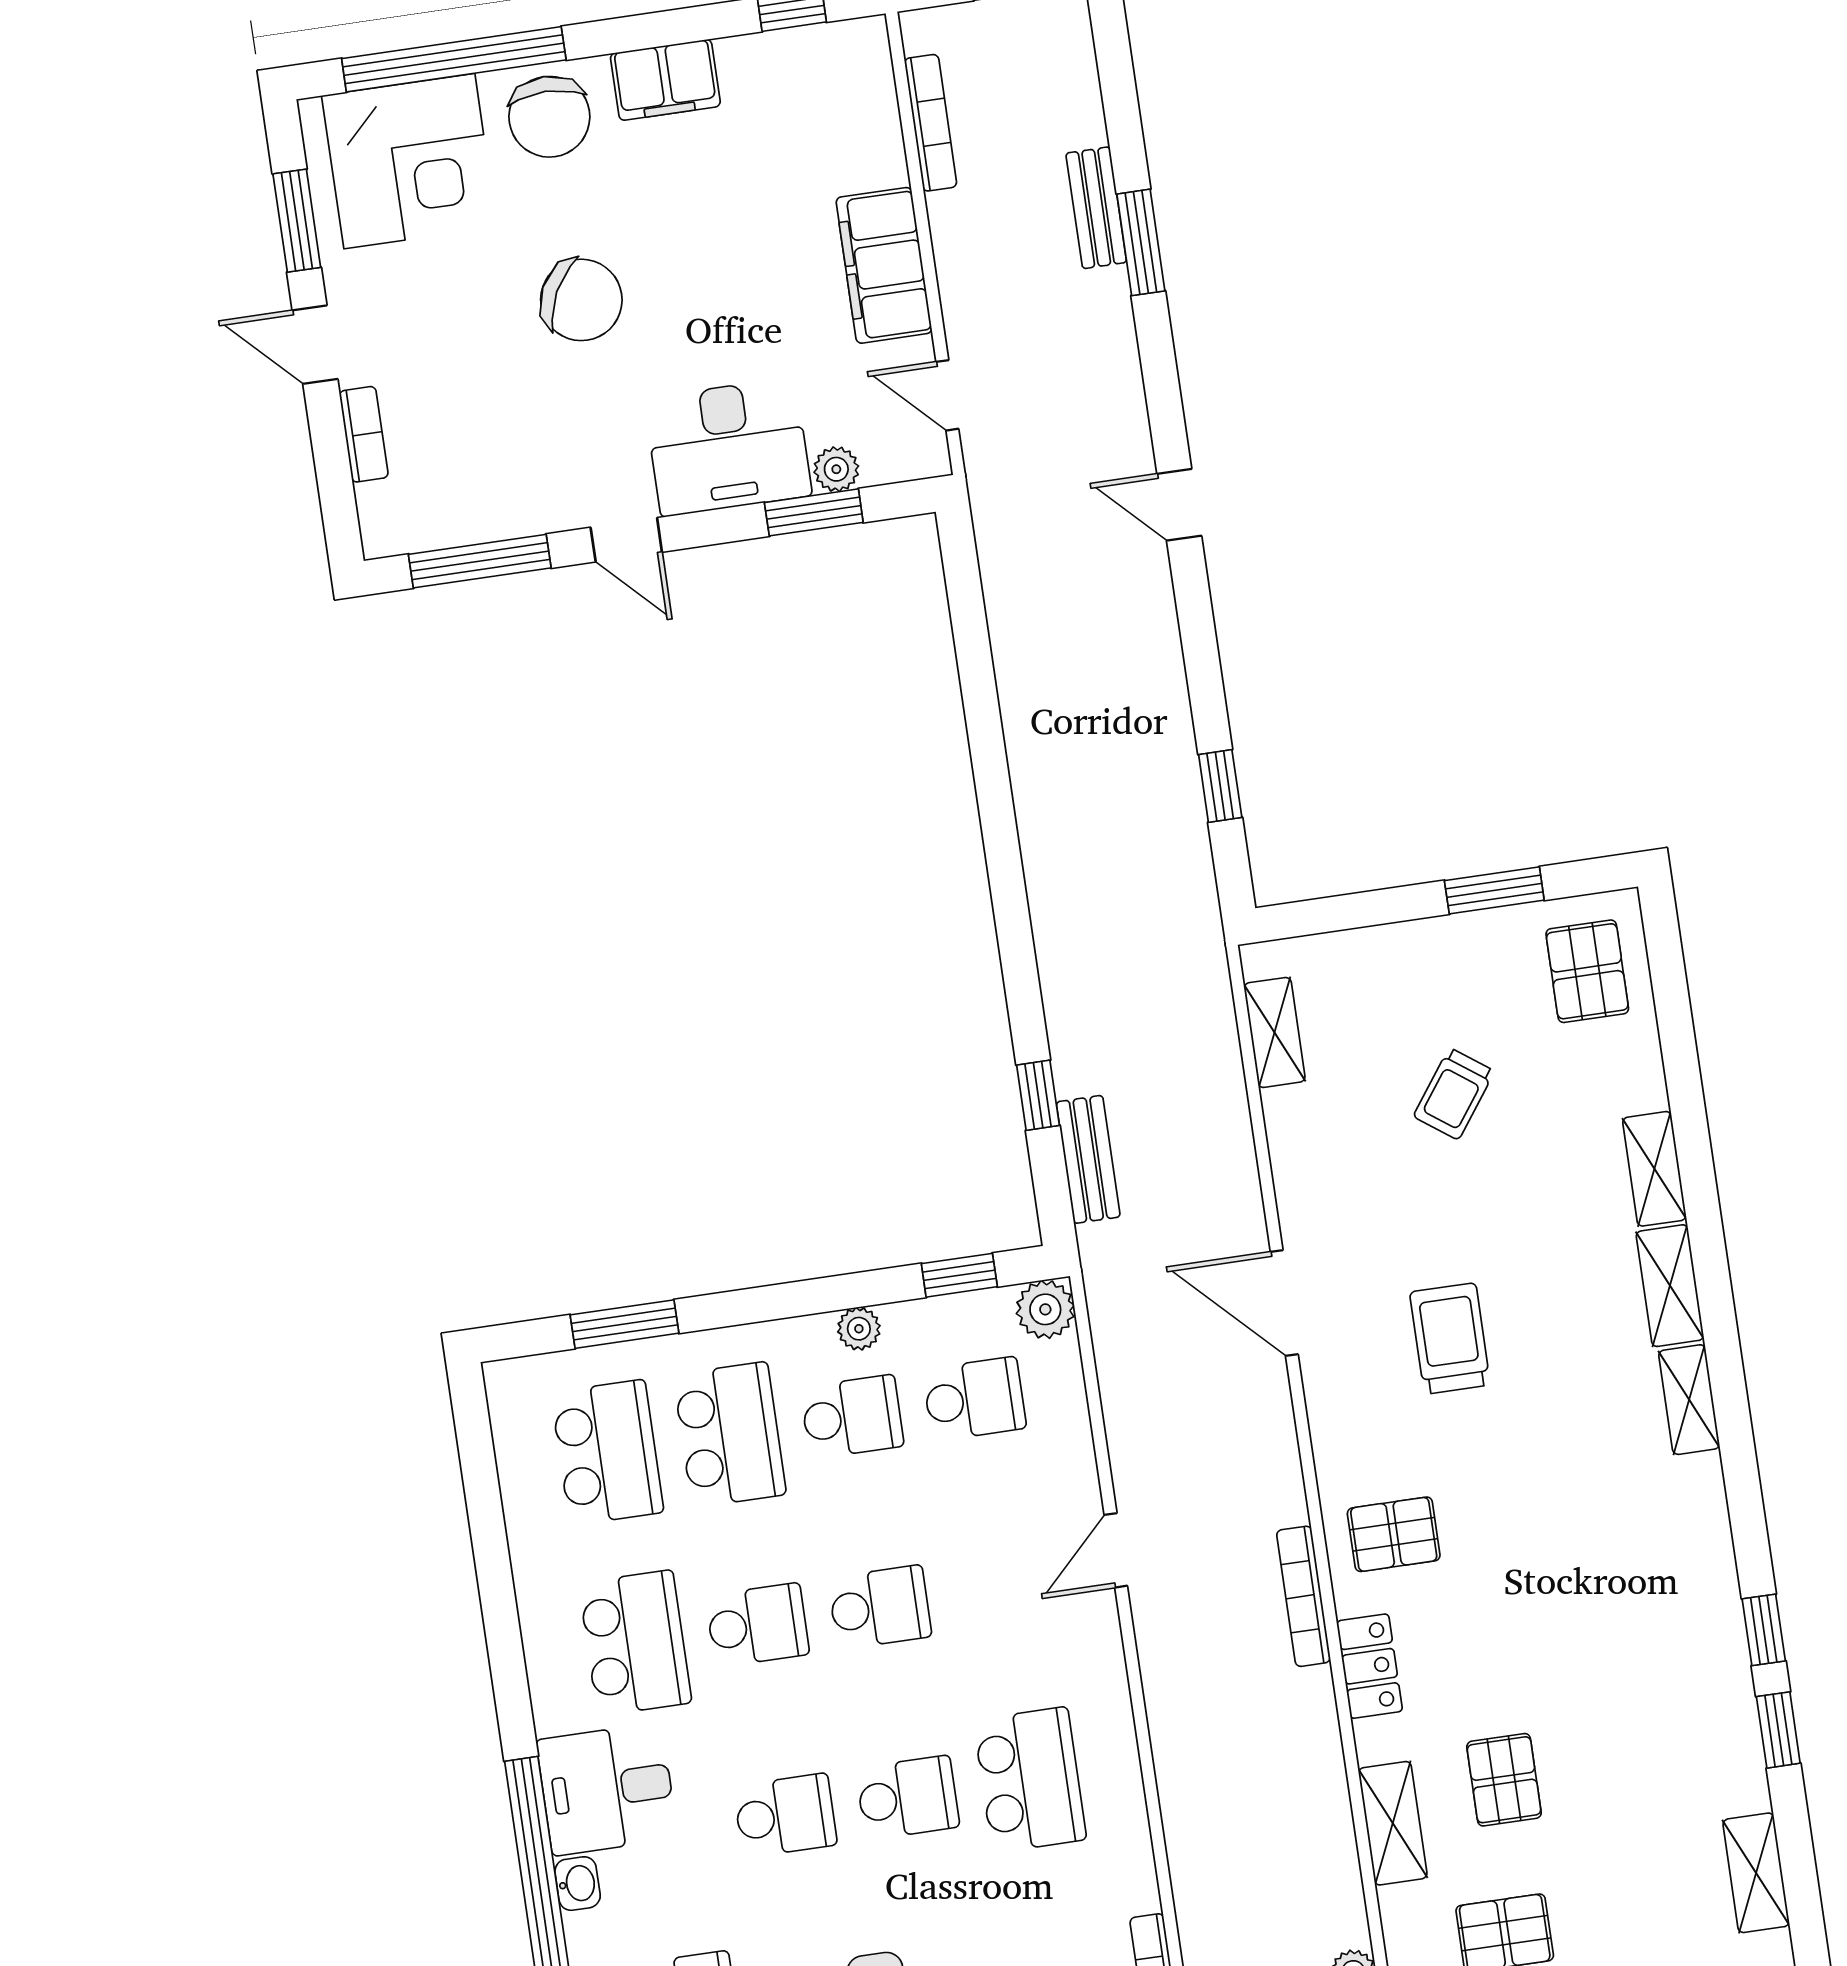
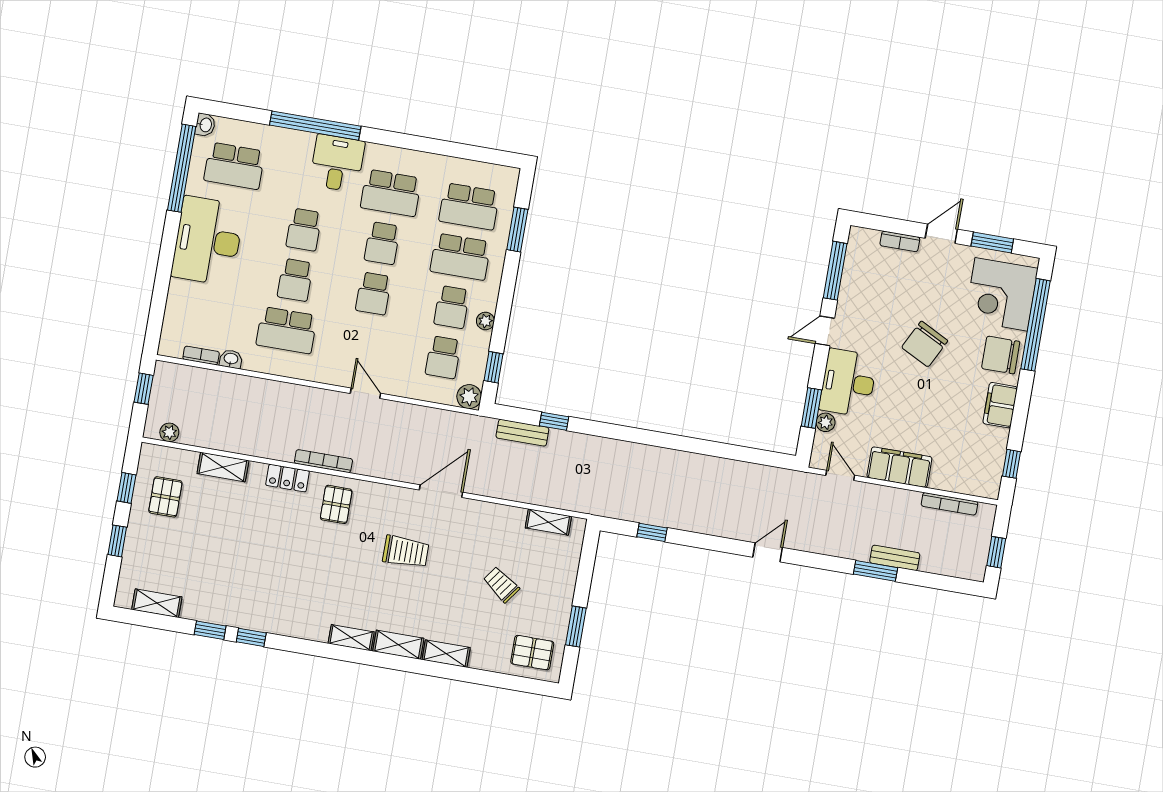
door: (947, 395) -> (840, 475), hinge flipped
pallet: (1504, 1780) -> (226, 516), removed
washbasin: (578, 1884) -> (231, 359), moved, turned 180

